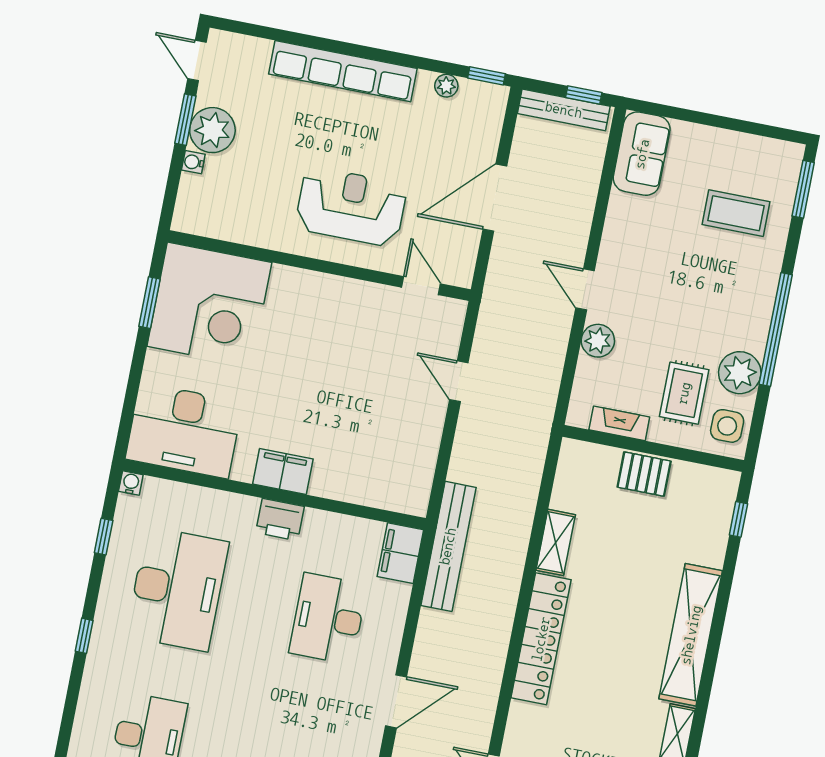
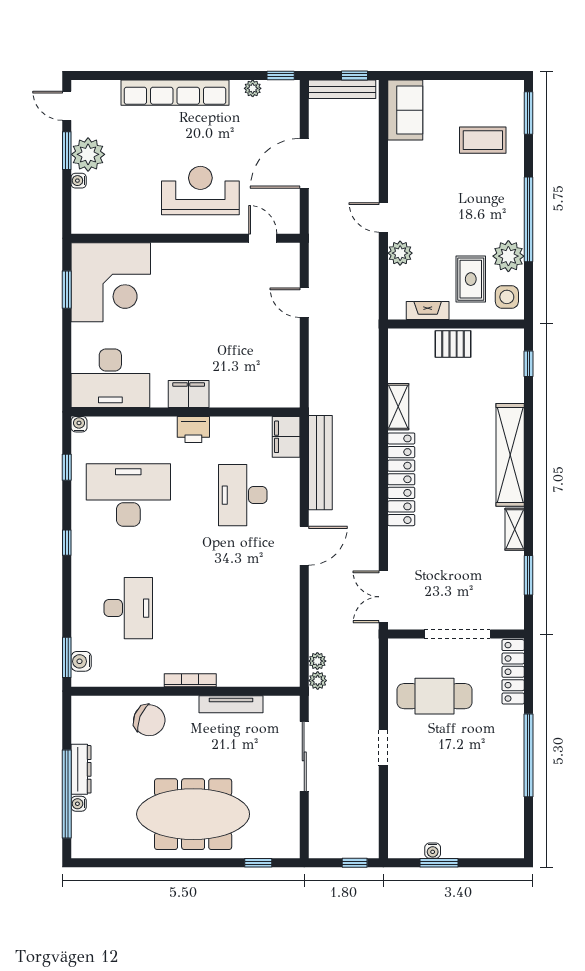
bench: (448, 546) -> (320, 463), moved
desk: (177, 589) -> (128, 495), turned -90

